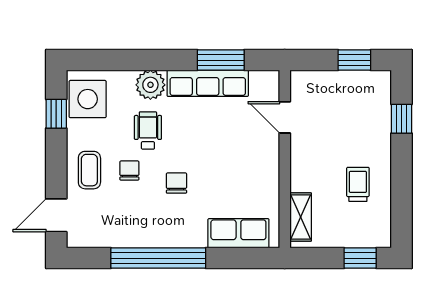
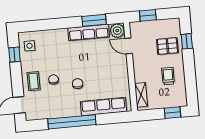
window: (354, 60) -> (148, 15), moved
plant: (150, 85) -> (117, 31), moved
side table: (88, 99) -> (30, 46), width x0.54, depth x0.54
pallet: (362, 124) -> (167, 46), added
wheelchair: (148, 130) -> (61, 59), removed
row of seats: (238, 233) -> (103, 106), width x1.48

